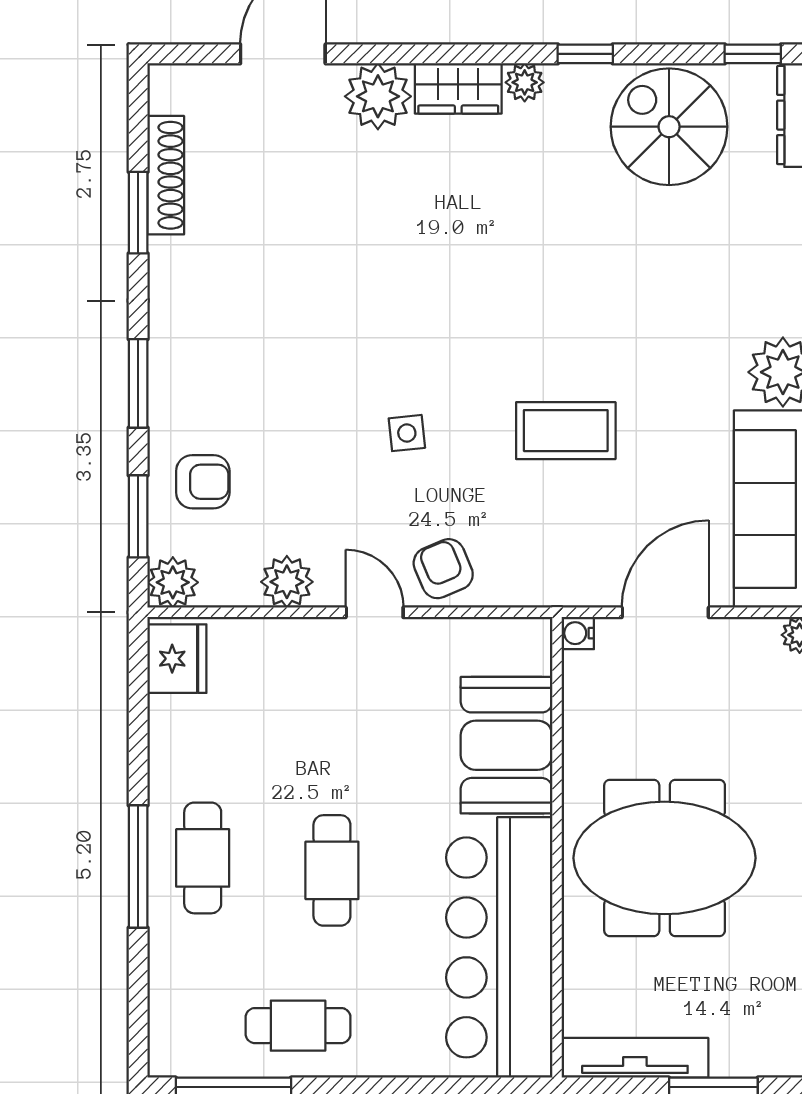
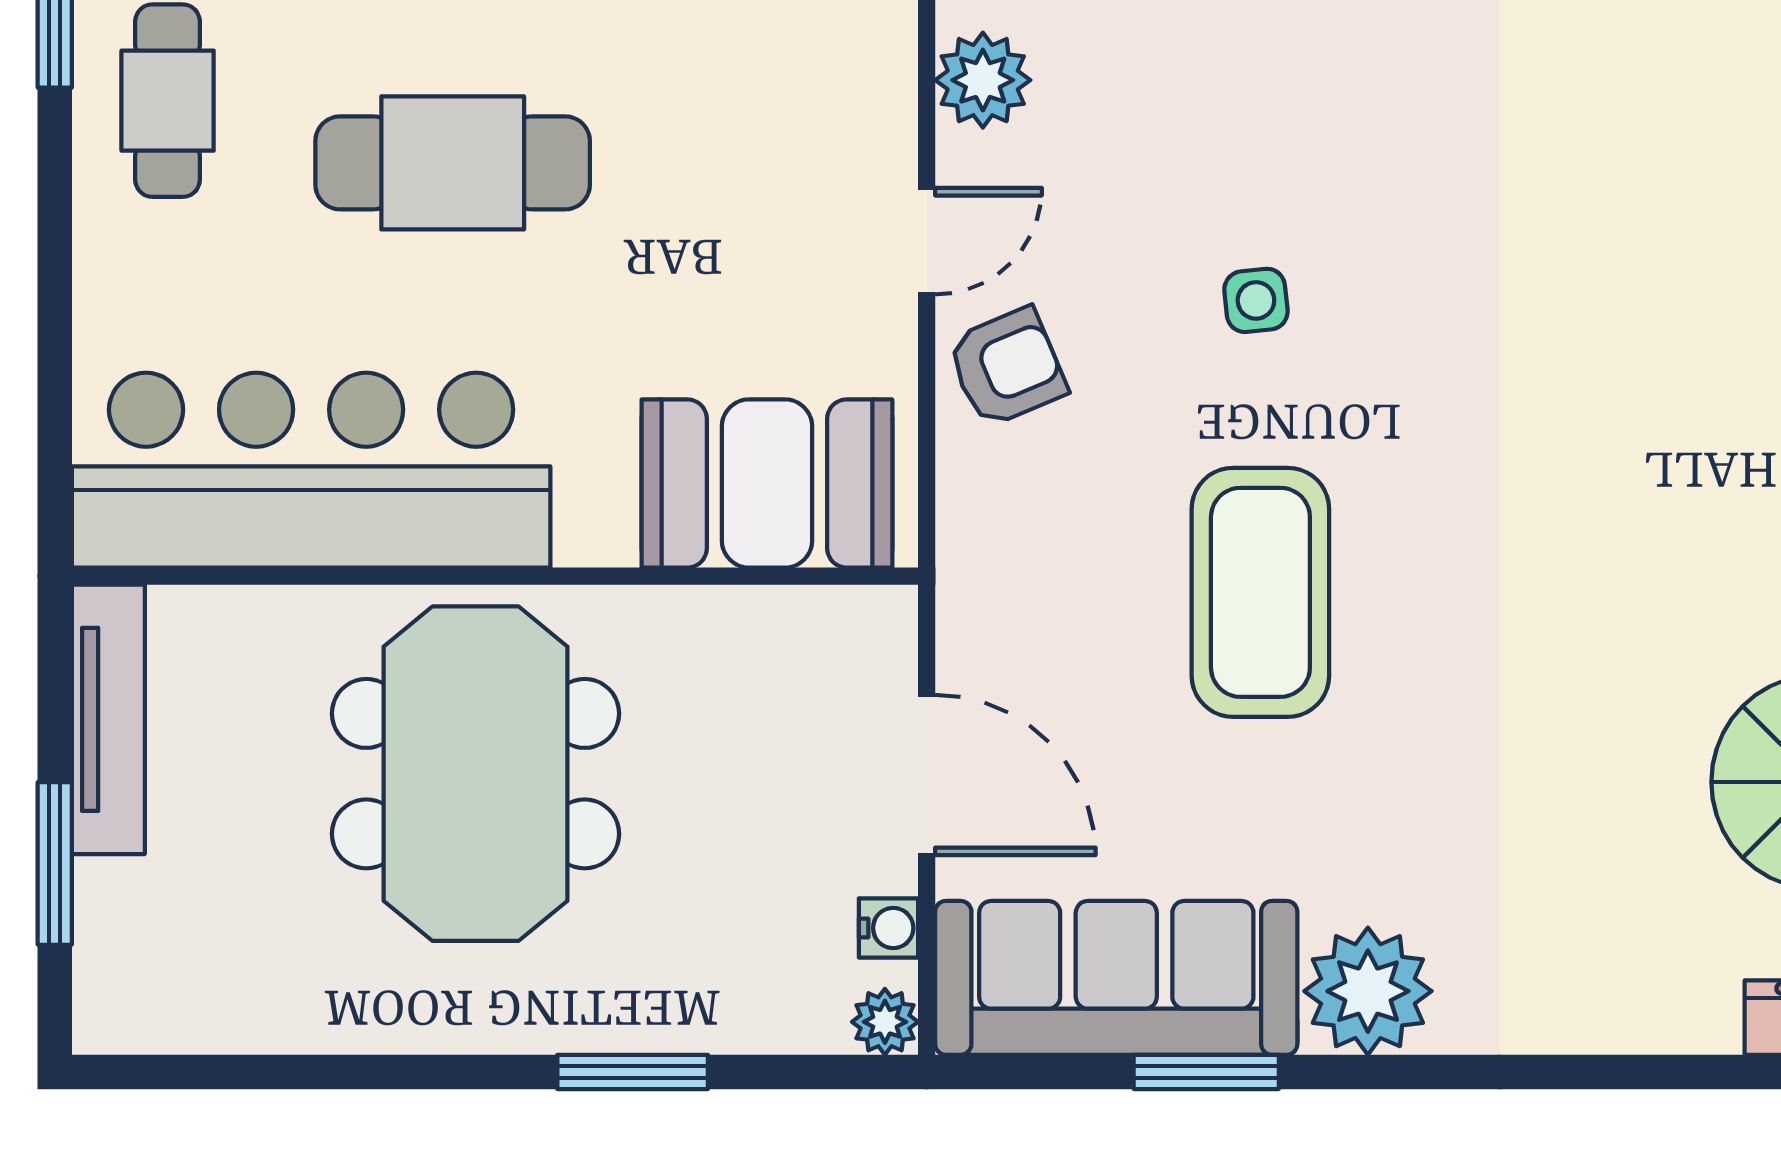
coffee table: (566, 431) -> (1260, 592), width x1.36, depth x1.32
water cooler: (578, 633) -> (888, 928), moved, turned 90
booth: (507, 745) -> (767, 484), moved
cafe table: (332, 870) -> (453, 163), width x1.37, depth x1.35

